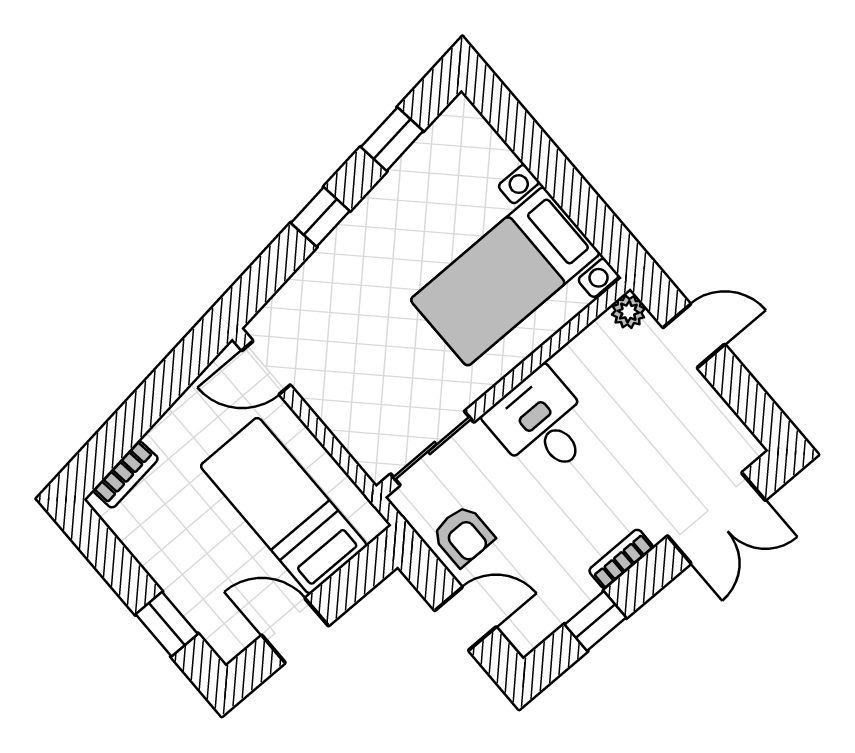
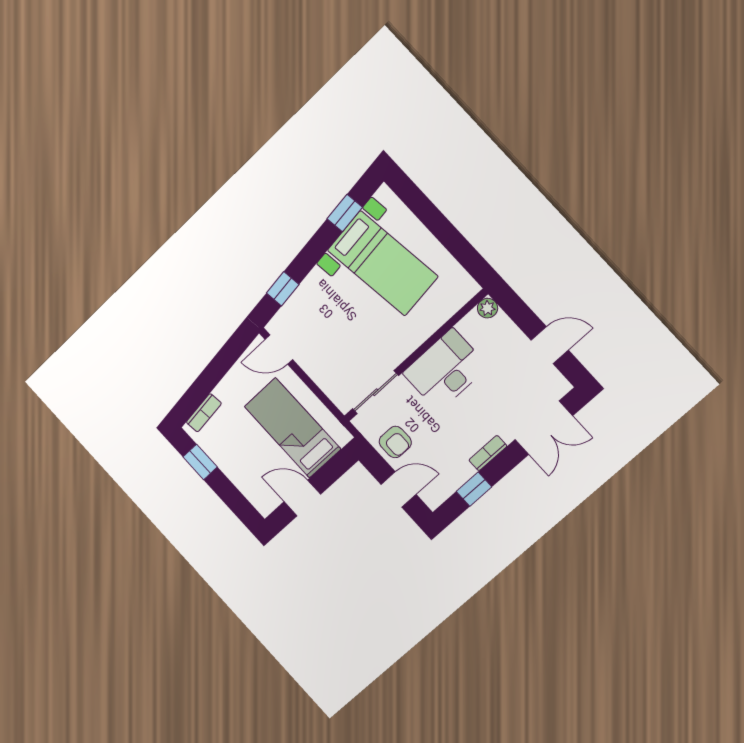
window: (320, 217) -> (283, 289), moved
bed with nightstands: (505, 276) -> (383, 263), moved, turned -97
door: (694, 336) -> (550, 345), moved
desk: (542, 424) -> (445, 370), width x1.37
window: (167, 624) -> (200, 462), moved

